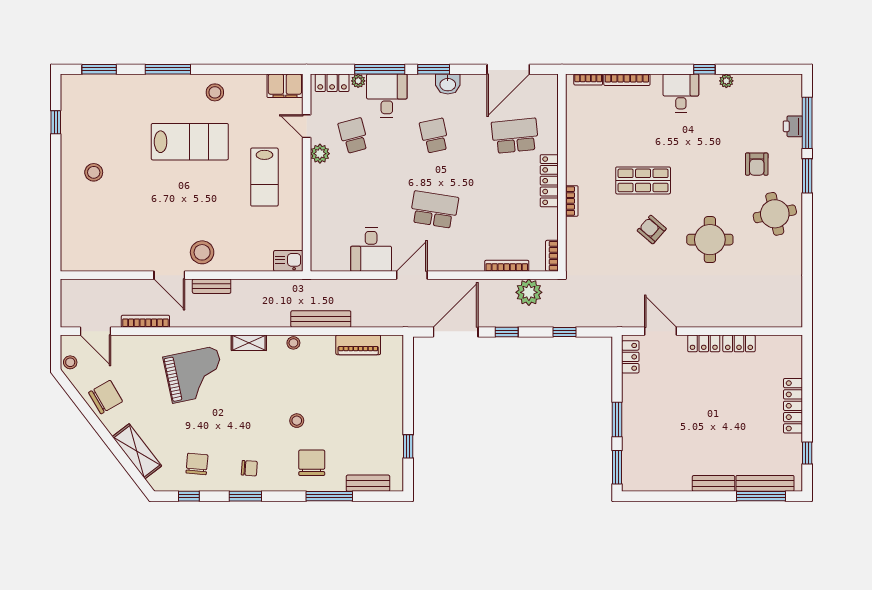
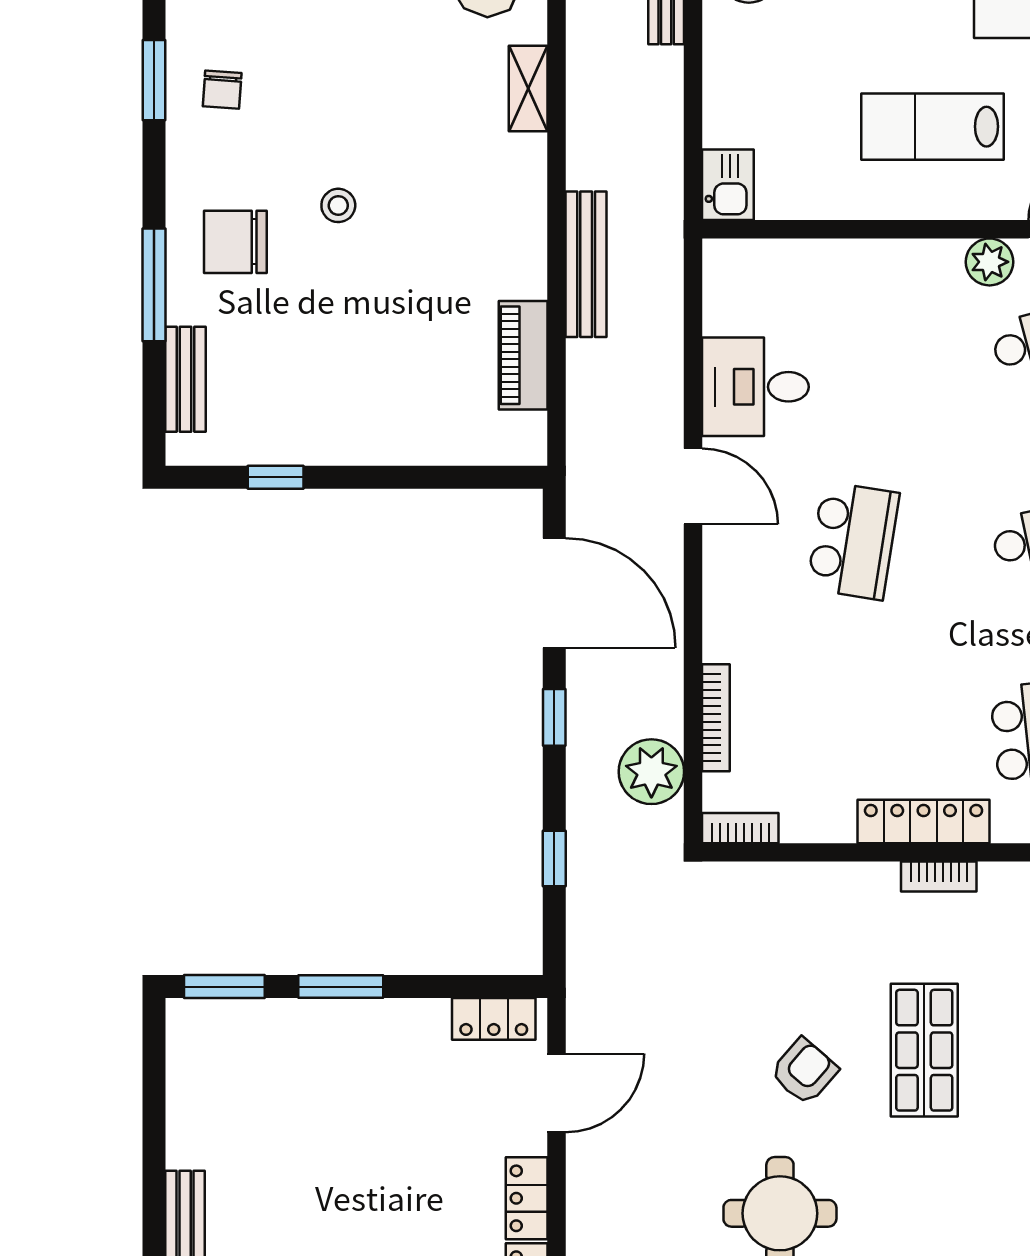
bookcase: (572, 201) -> (939, 876), moved
stool: (293, 343) -> (528, 197), removed
chair: (312, 463) -> (235, 242), turned 180

